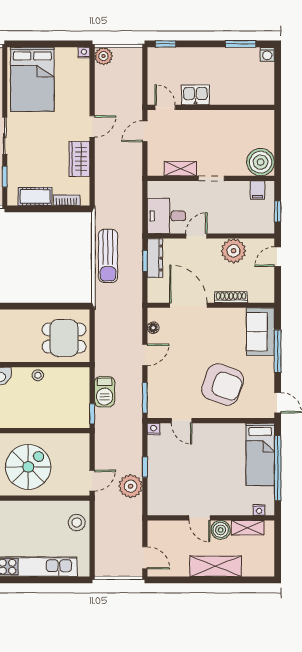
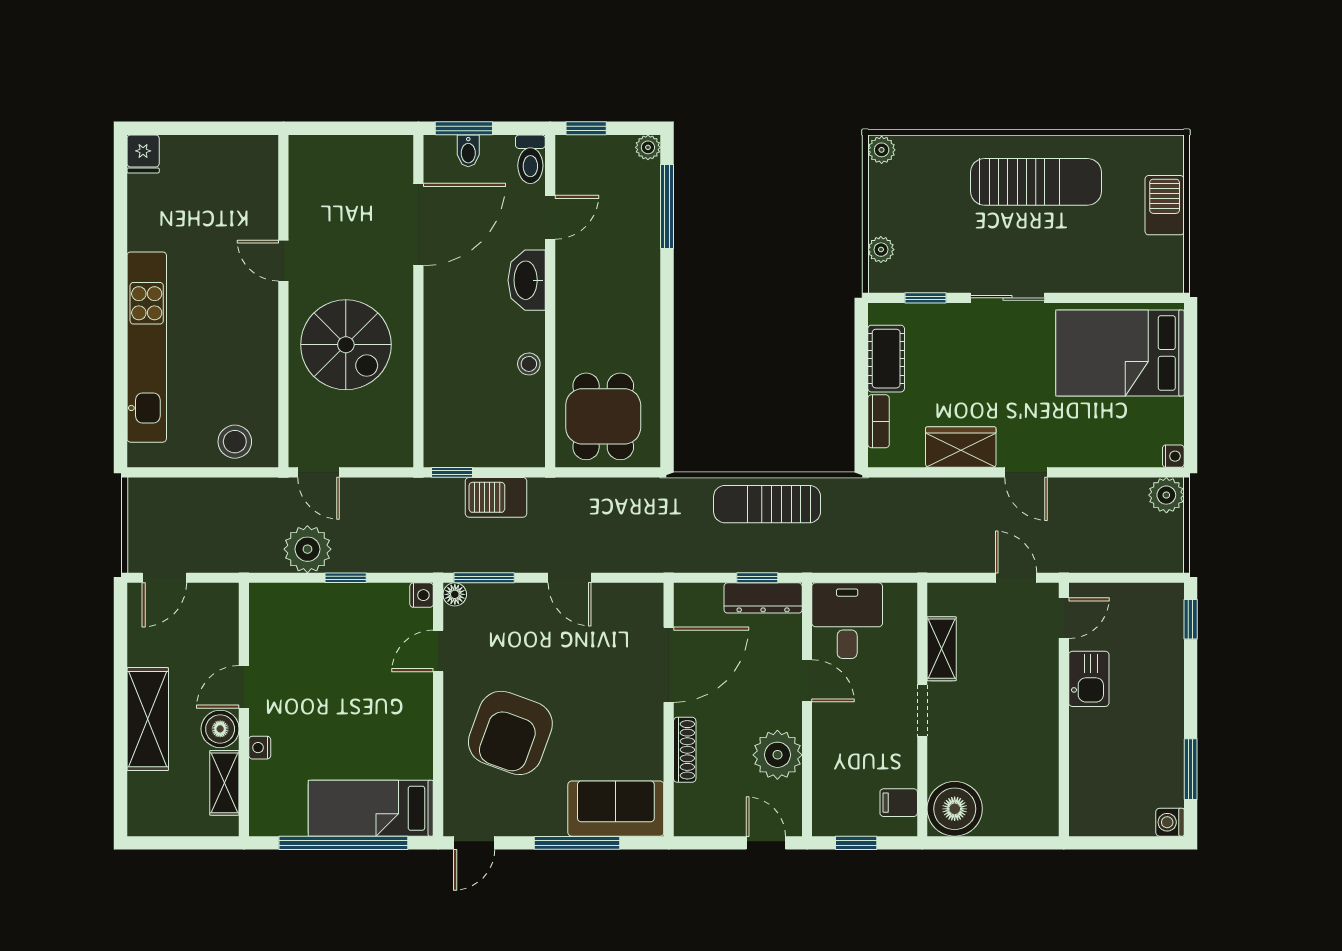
floor lamp: (153, 328) -> (455, 594), moved
nightstand: (259, 510) -> (260, 748), moved

